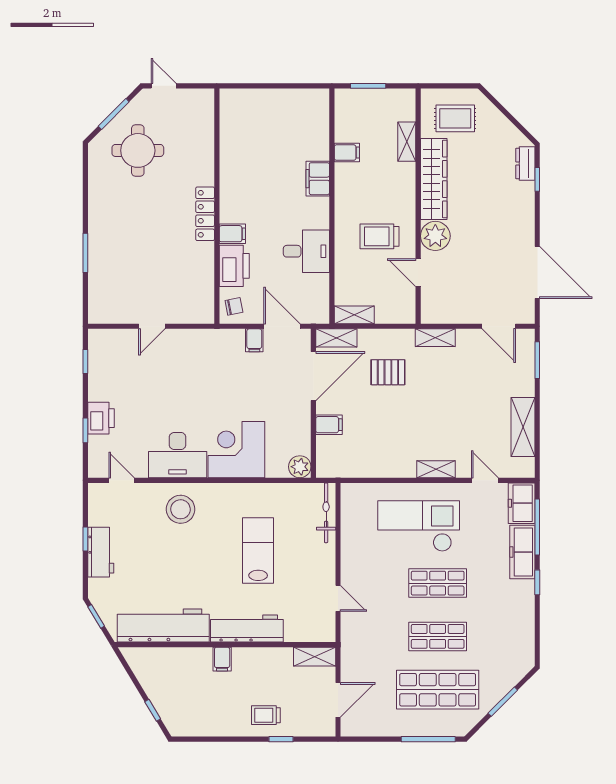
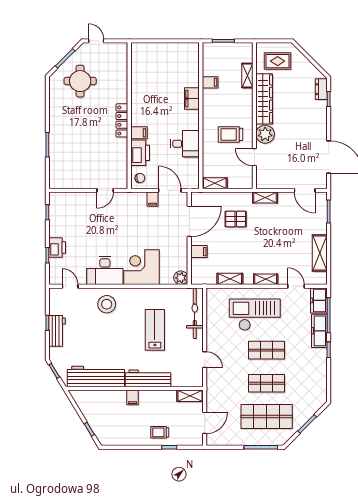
door: (152, 326) -> (105, 190), moved
shelving: (336, 338) -> (230, 279), moved
bicycle: (326, 513) -> (195, 313), width x1.37, depth x1.40

